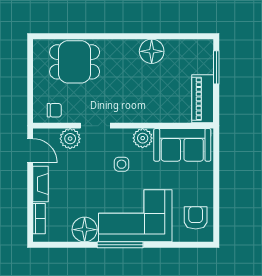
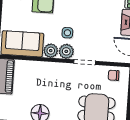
plant: (70, 139) -> (66, 51), moved

